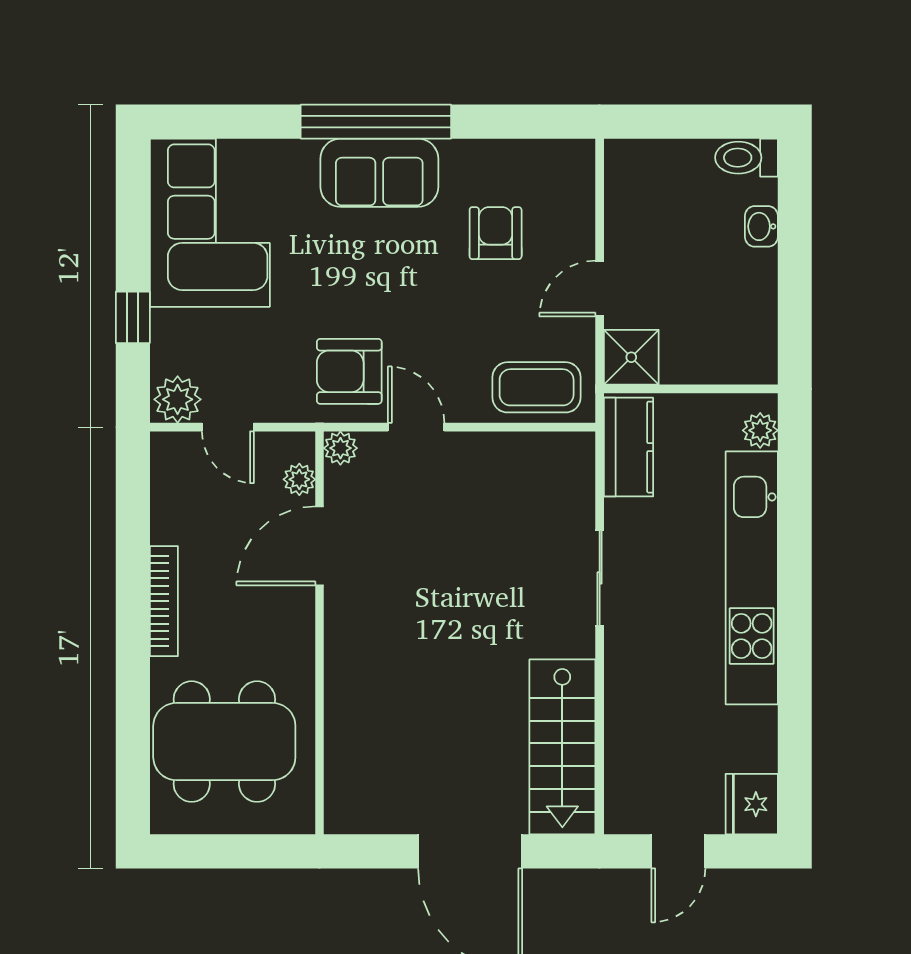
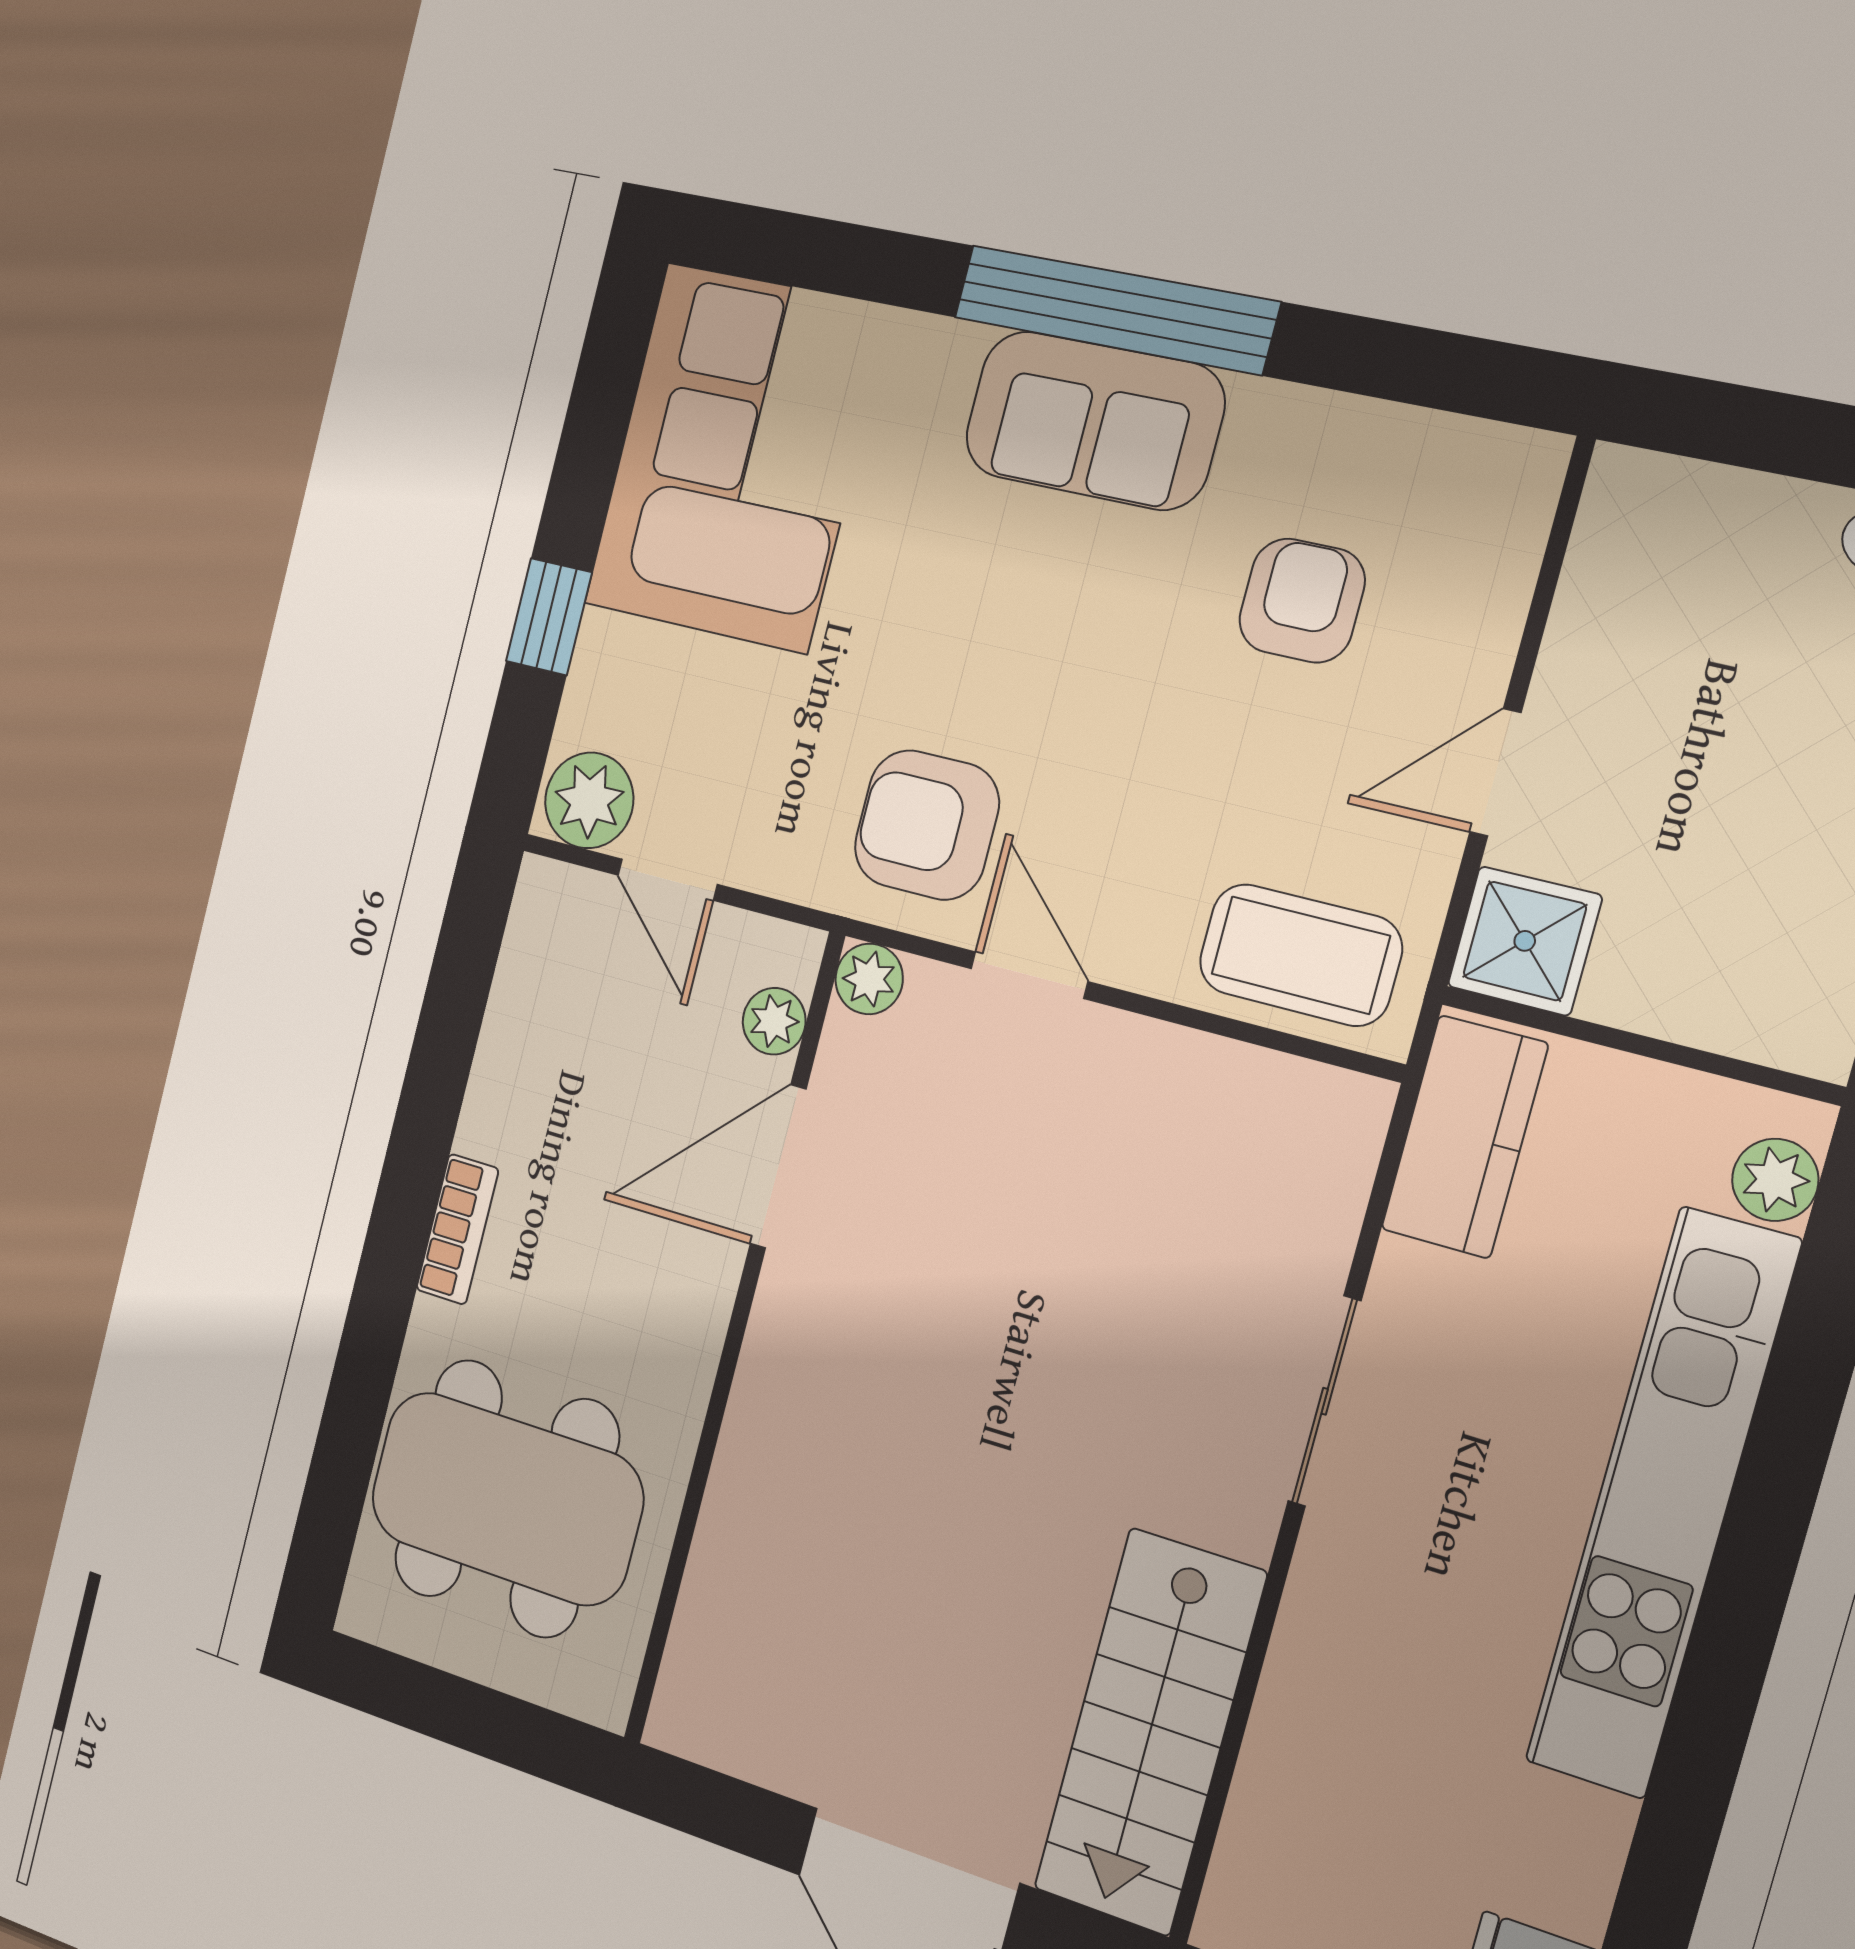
bookcase: (164, 601) -> (457, 1229), width x0.64

